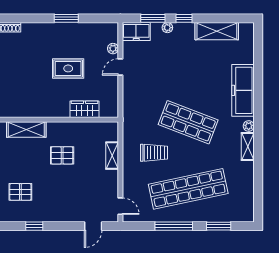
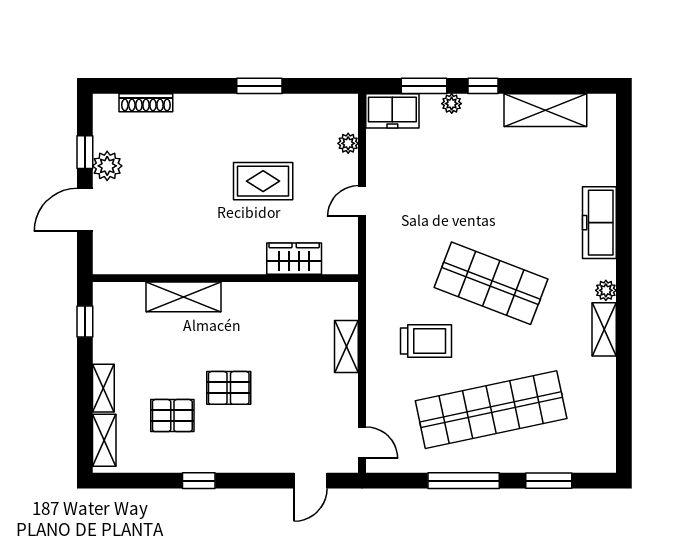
door: (120, 67) -> (362, 201), moved
freezer: (243, 90) -> (599, 223), width x0.73, depth x0.79
pallet: (62, 155) -> (229, 388), moved

